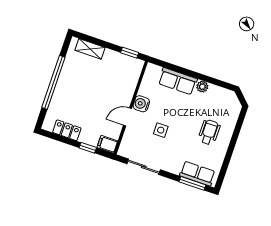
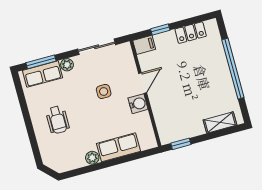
plant: (175, 168) -> (67, 65), added

